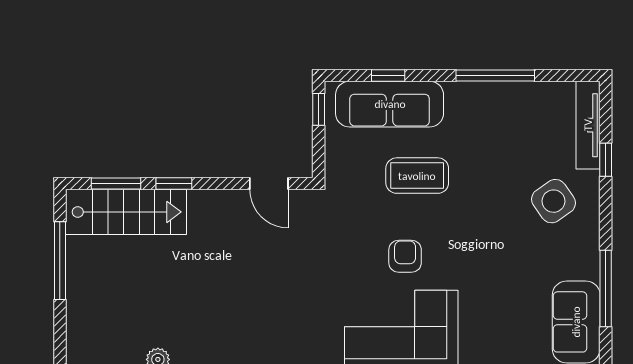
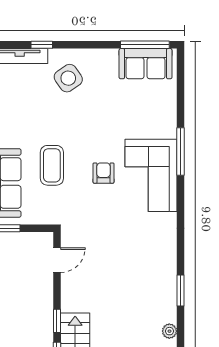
armchair: (405, 256) -> (103, 173), turned 90
window: (606, 289) -> (145, 45), moved

